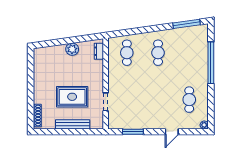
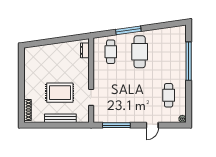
window: (187, 24) -> (128, 30), moved
plant: (72, 49) -> (60, 48), removed
cafe table: (158, 53) -> (140, 52), width x1.37, depth x1.35
window: (133, 132) -> (116, 125), width x1.44

